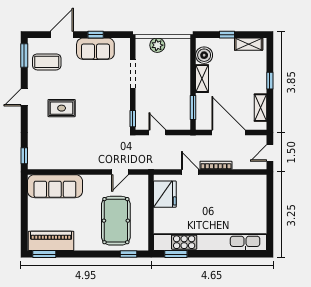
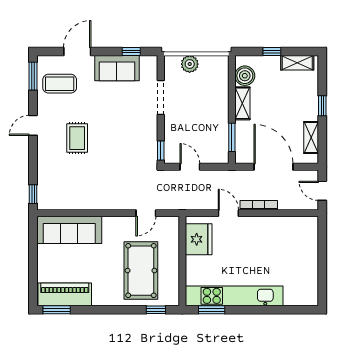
window: (96, 35) -> (131, 51), moved
rug: (62, 108) -> (77, 138), turned 90
door: (270, 153) -> (322, 191), hinge flipped
kitchen unit: (210, 242) -> (234, 296), width x0.73

